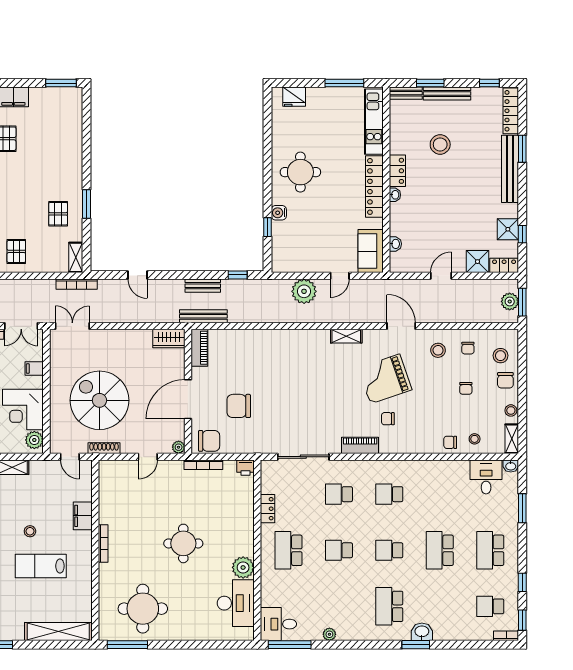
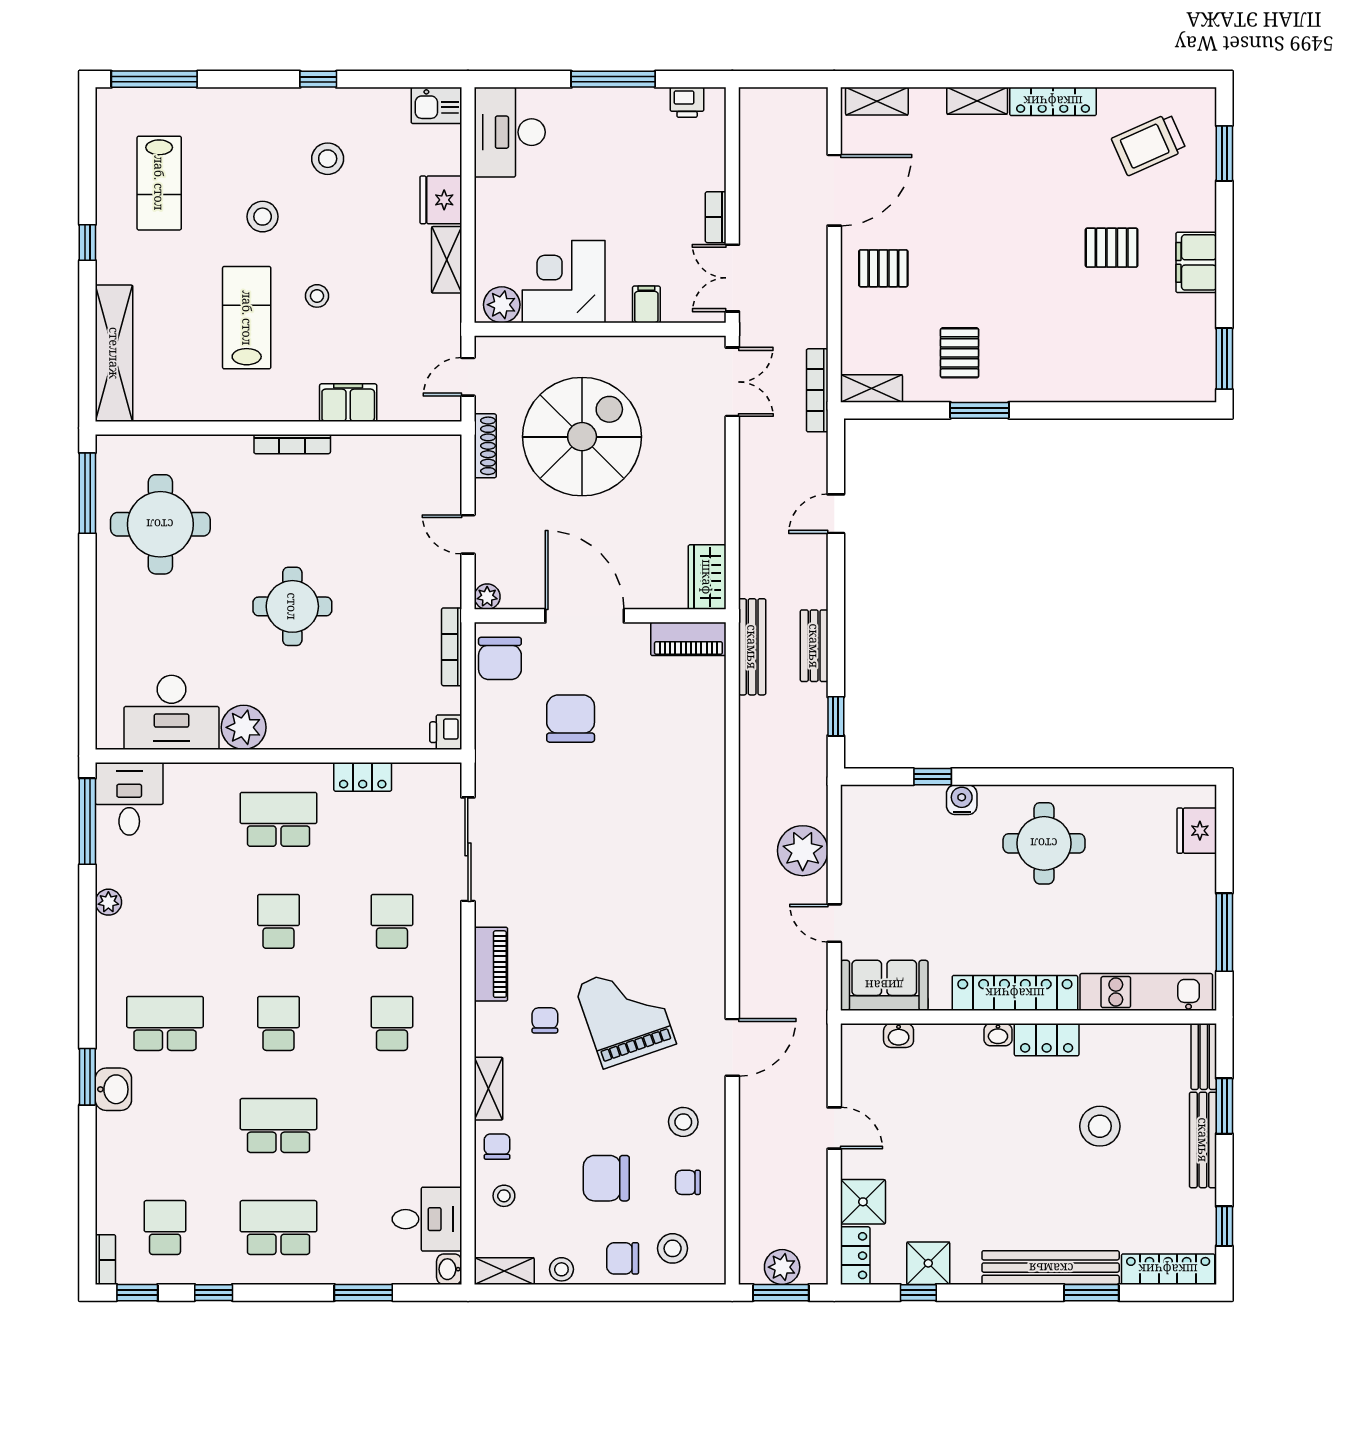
pallet: (58, 214) -> (960, 353), turned 90
shelving: (346, 336) -> (489, 1089), moved
chair: (466, 388) -> (606, 1178), width x1.87, depth x1.87

